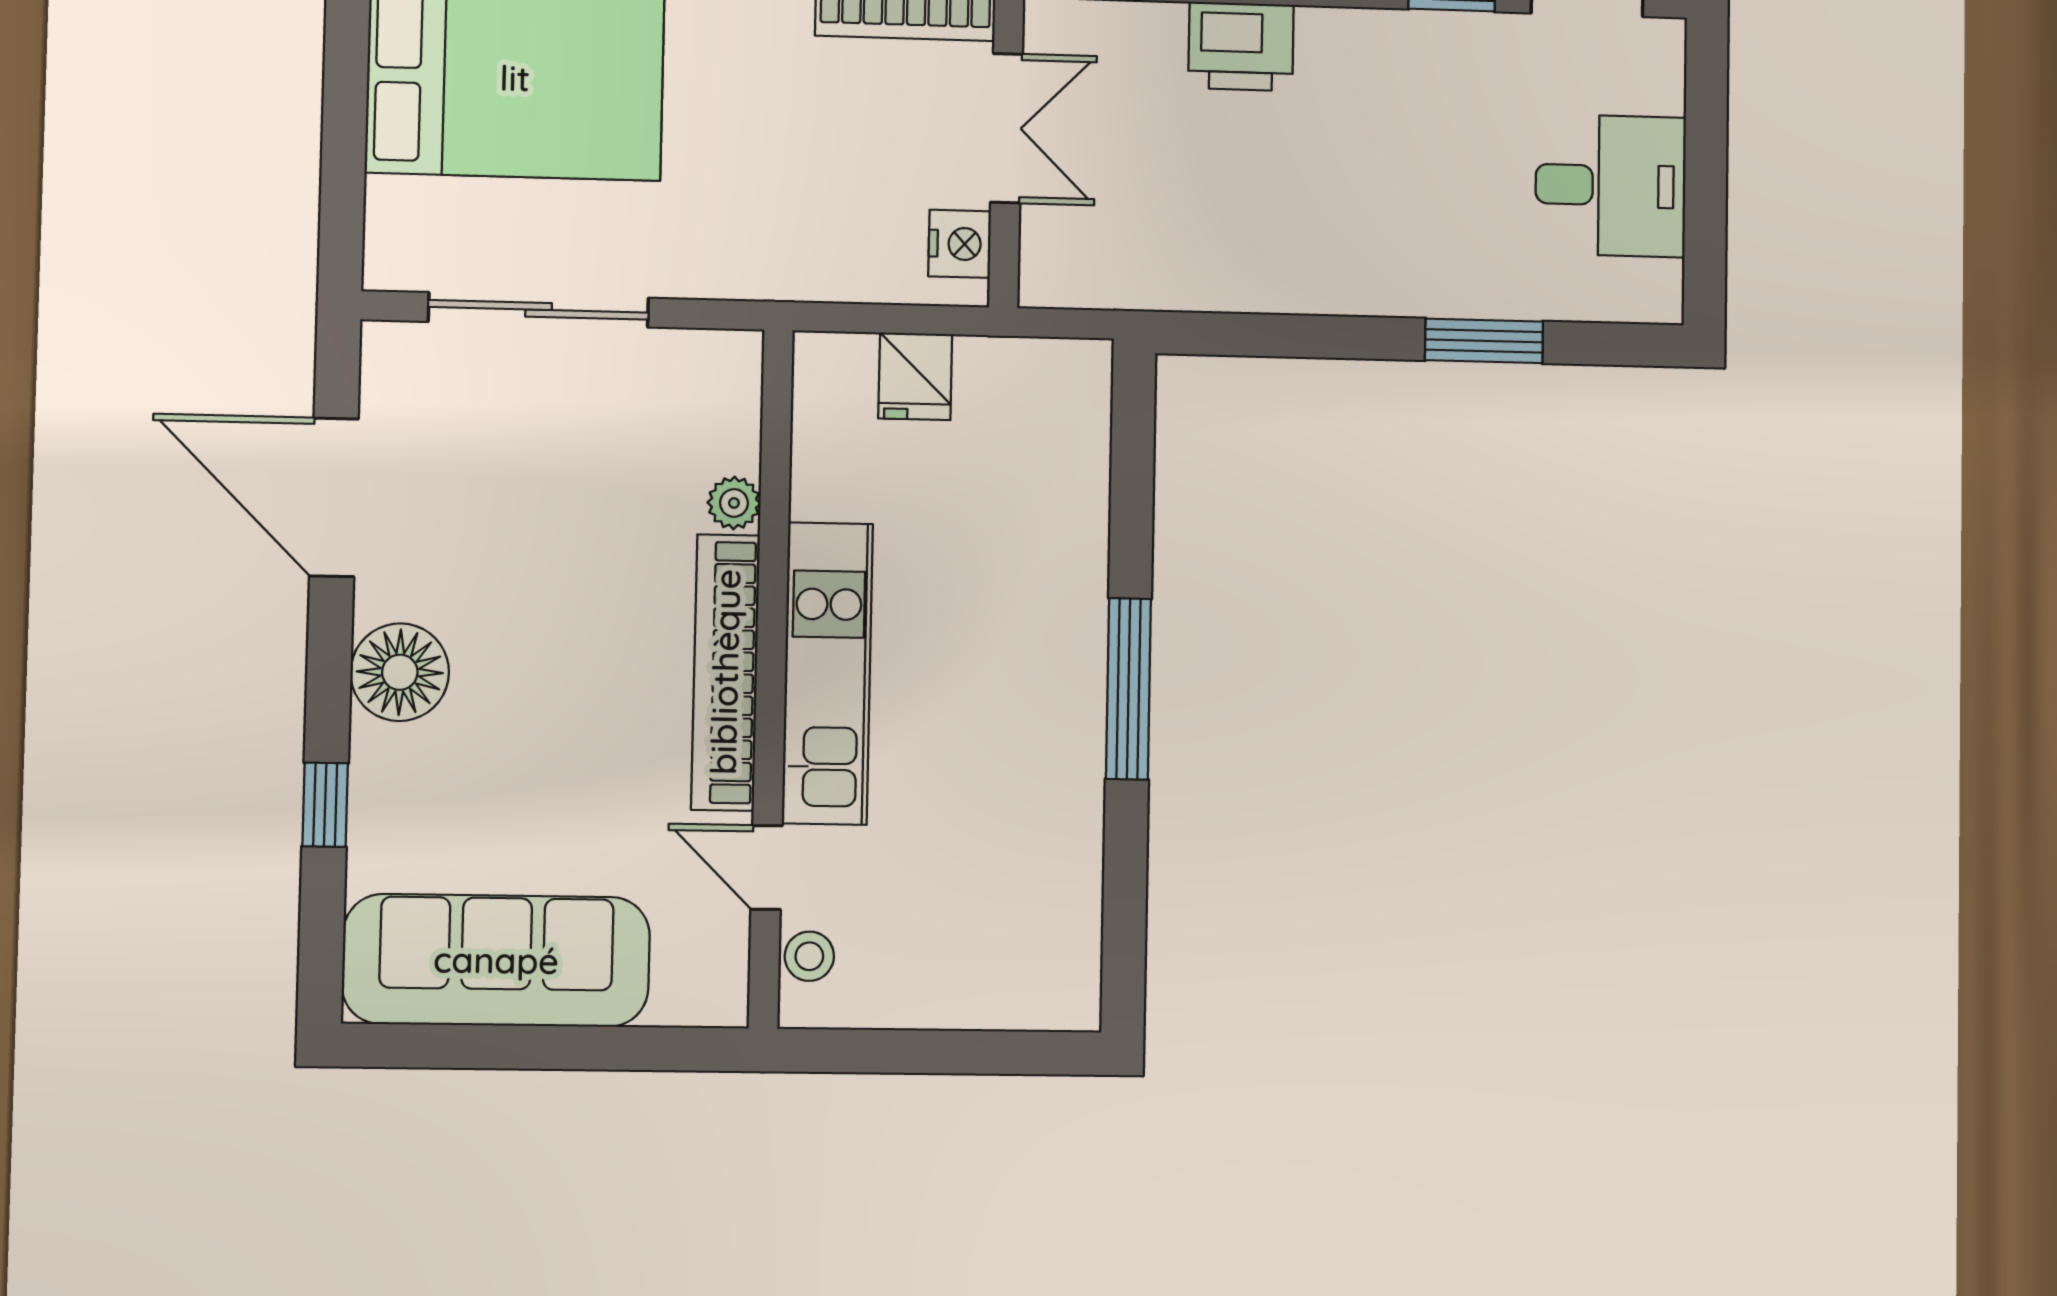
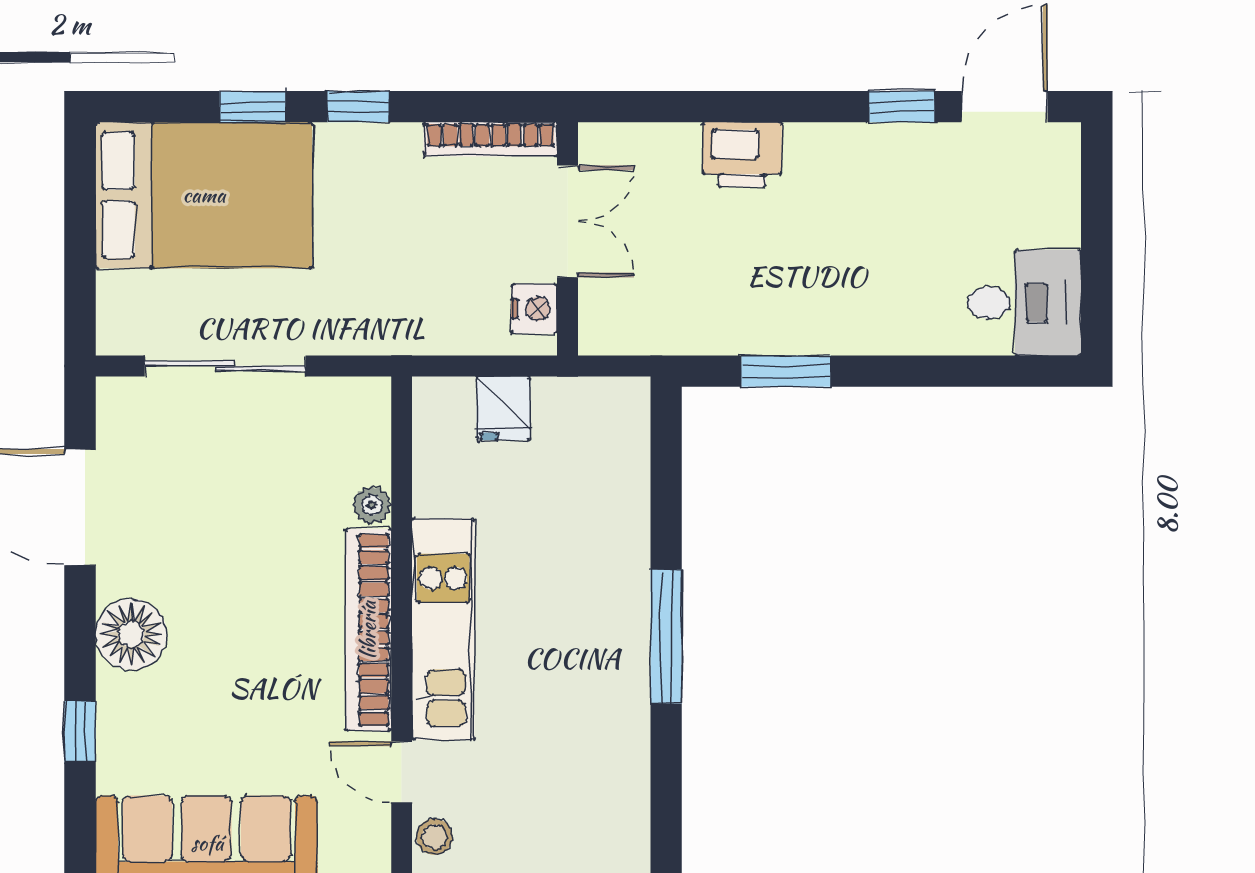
desk: (1611, 186) -> (1024, 303), moved
window: (1484, 341) -> (786, 371), moved

